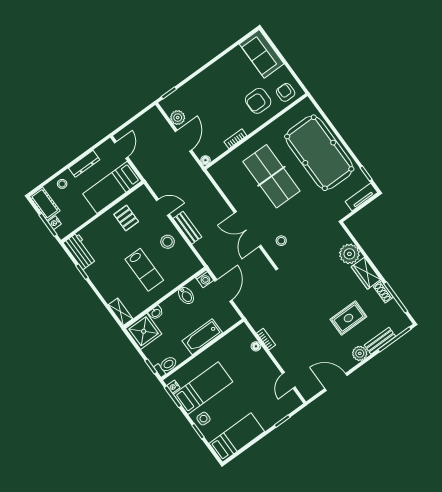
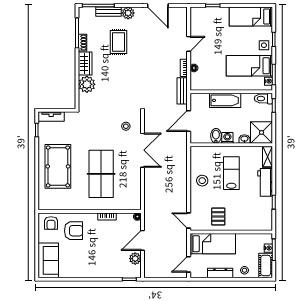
pool table: (319, 153) -> (58, 166), width x0.73, depth x0.76
door: (163, 207) -> (189, 221), moved
bench: (187, 228) -> (182, 91), moved
workbench: (80, 251) -> (265, 182), moved
washing machine: (205, 279) -> (227, 138), moved
rug: (348, 318) -> (119, 42), turned 90
door: (289, 380) -> (189, 44), moved

